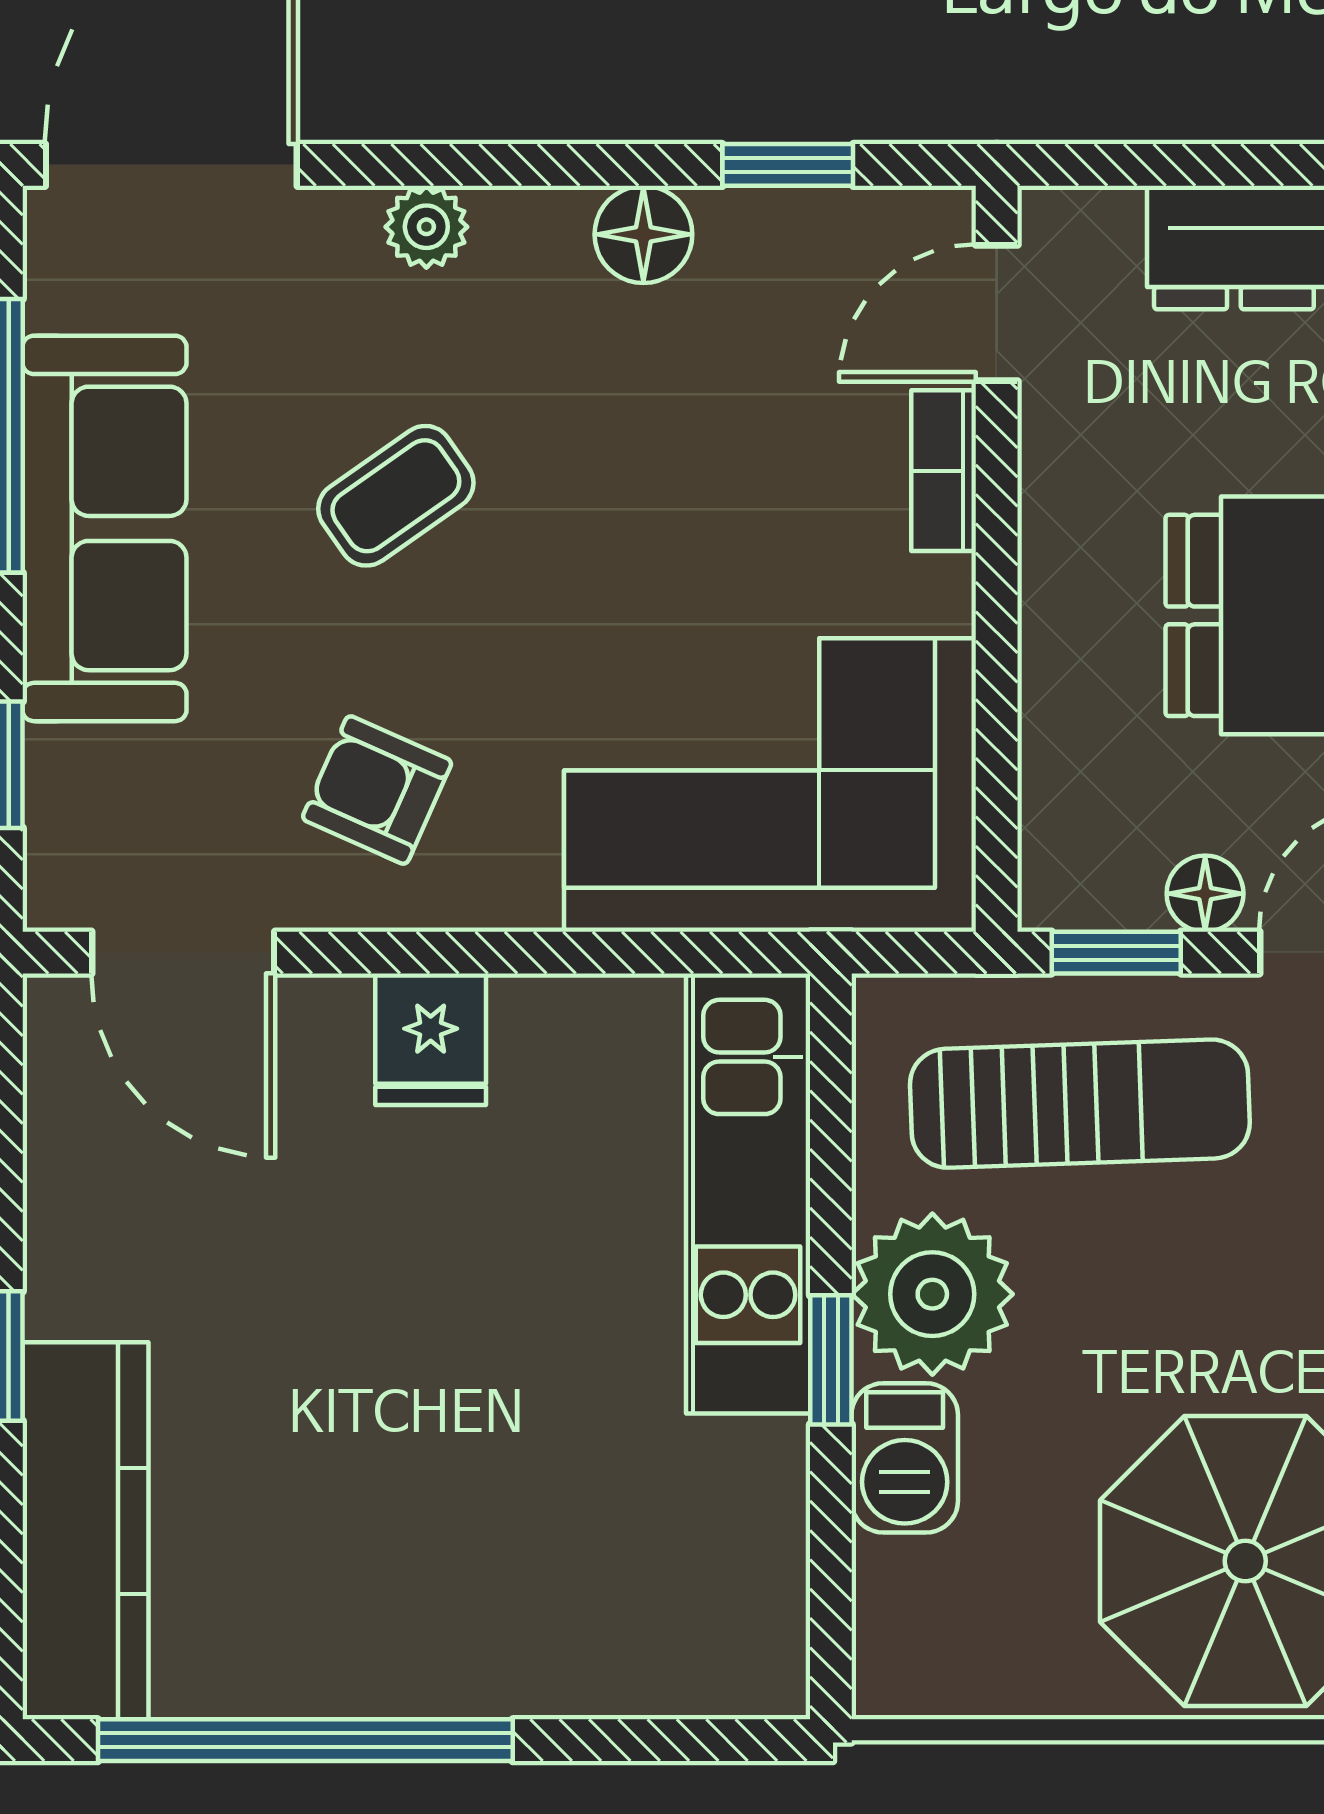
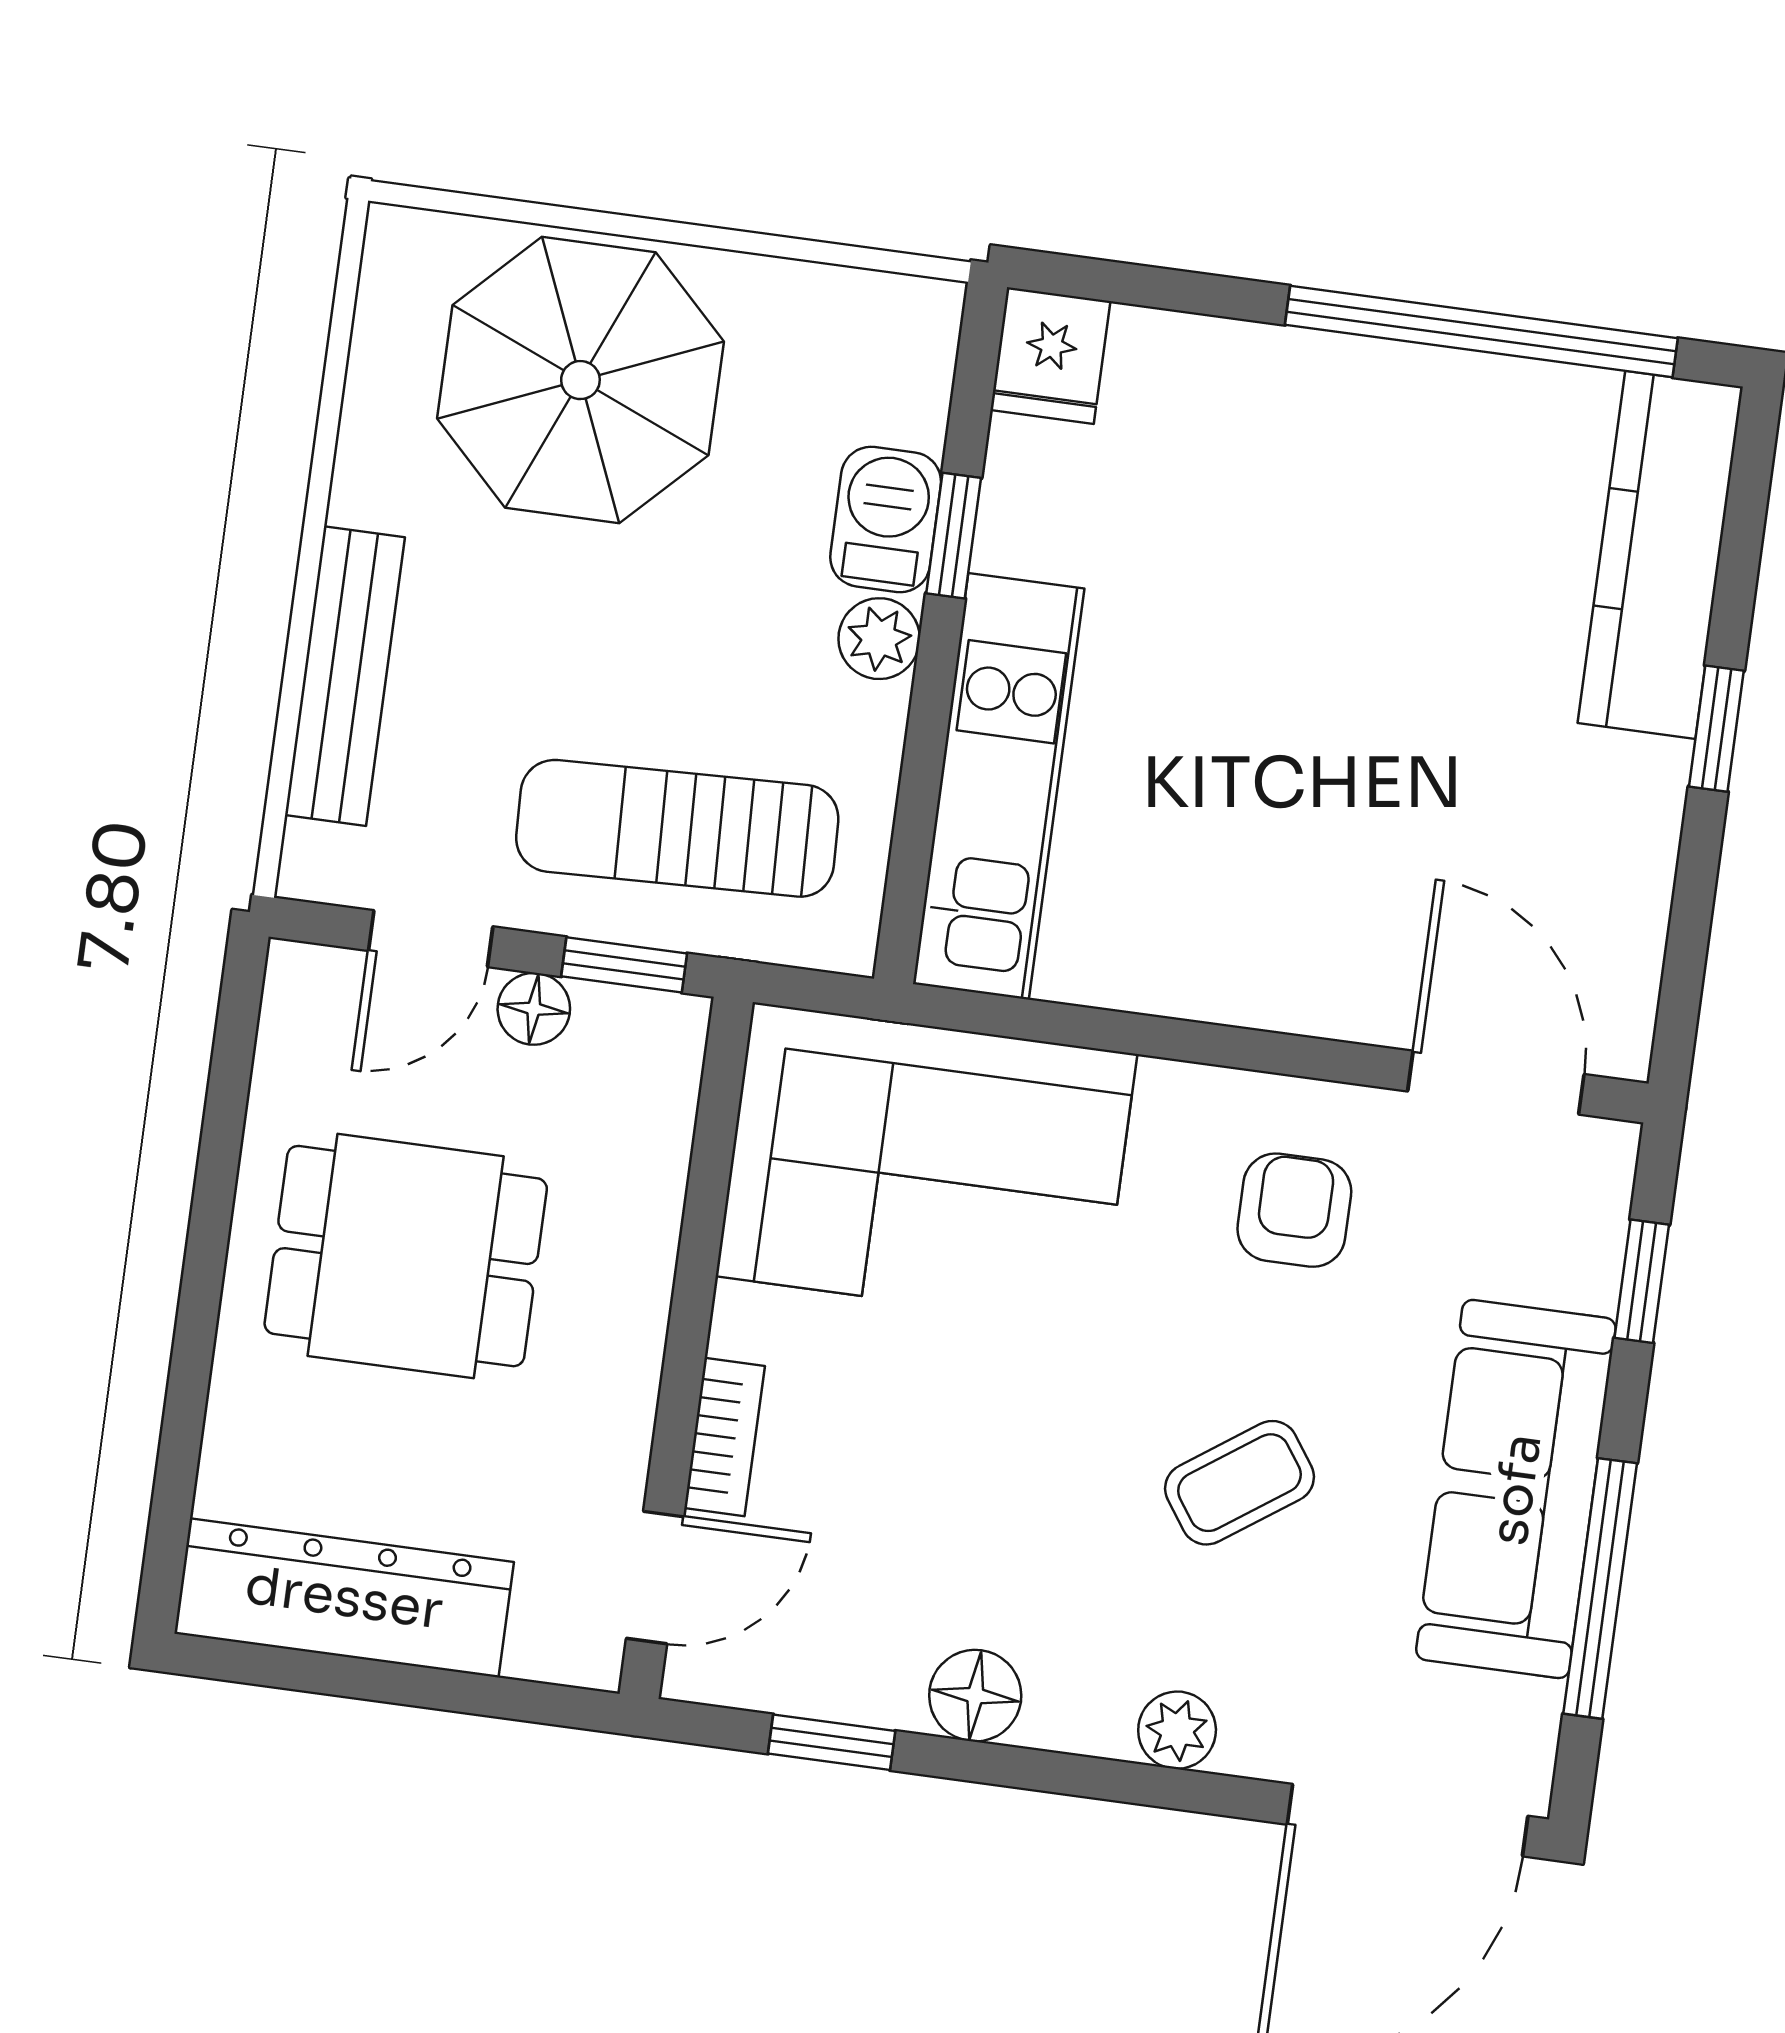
armchair: (377, 790) -> (1294, 1210), turned -114
fridge: (431, 1039) -> (1050, 356), moved, turned 180
plant: (932, 1294) -> (879, 639), width x0.53, depth x0.53
window: (831, 1360) -> (954, 536), moved

